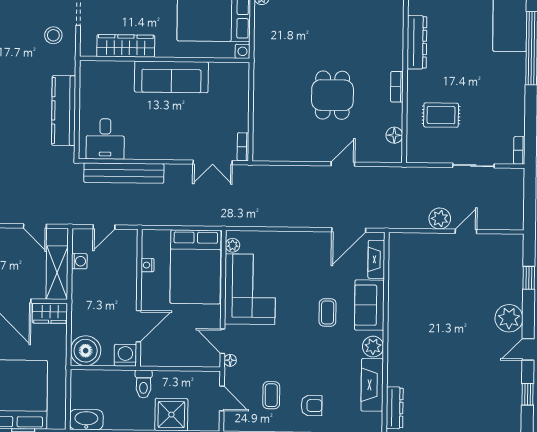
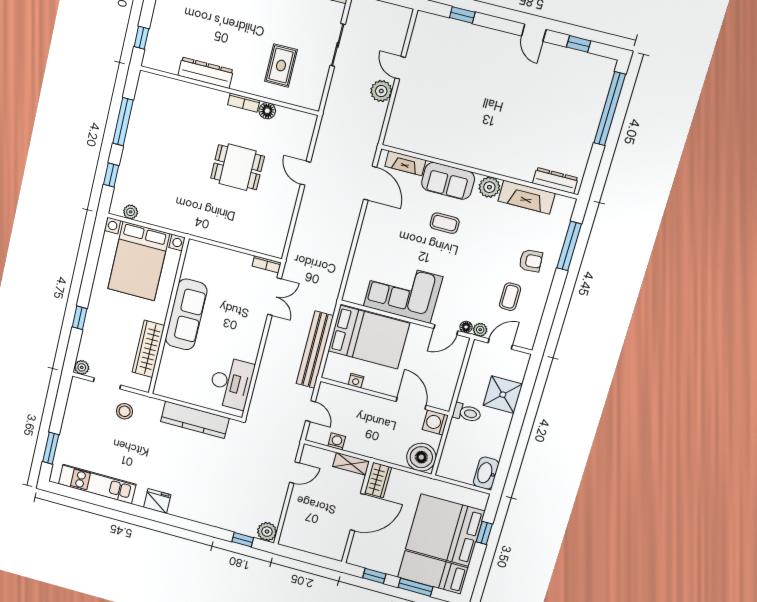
floor lamp: (394, 135) -> (267, 111), moved
desk: (105, 139) -> (231, 383), width x1.37
bench: (124, 173) -> (315, 350), moved
plant: (233, 245) -> (480, 330), moved
shelving: (57, 273) -> (351, 464), width x0.67, depth x0.75
plant: (509, 318) -> (497, 45), removed
coffee table: (271, 395) -> (510, 297), turned 90
armchair: (312, 406) -> (531, 261), turned 86

